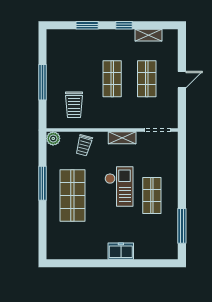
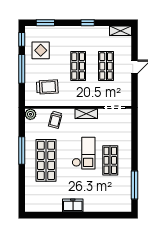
window: (87, 25) -> (45, 23), moved
shelving: (149, 35) -> (121, 31), moved
window: (42, 46) -> (22, 39), added
display table: (66, 59) -> (41, 50), added
trolley: (74, 105) -> (47, 87), turned -93
freezer: (121, 251) -> (73, 205), moved

